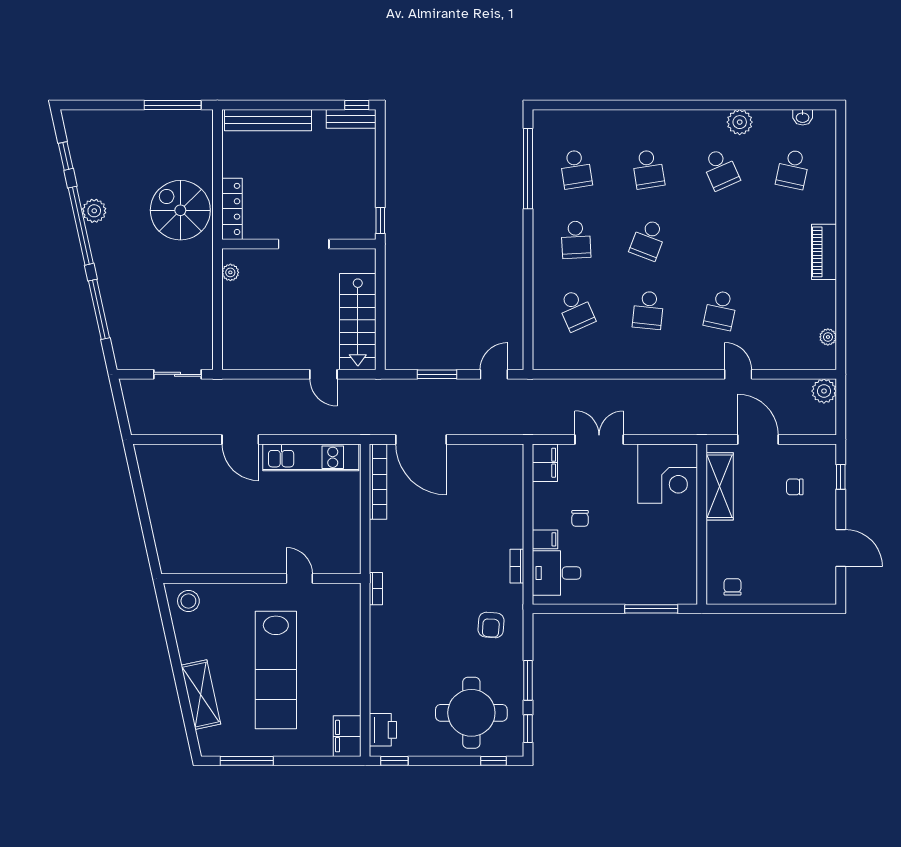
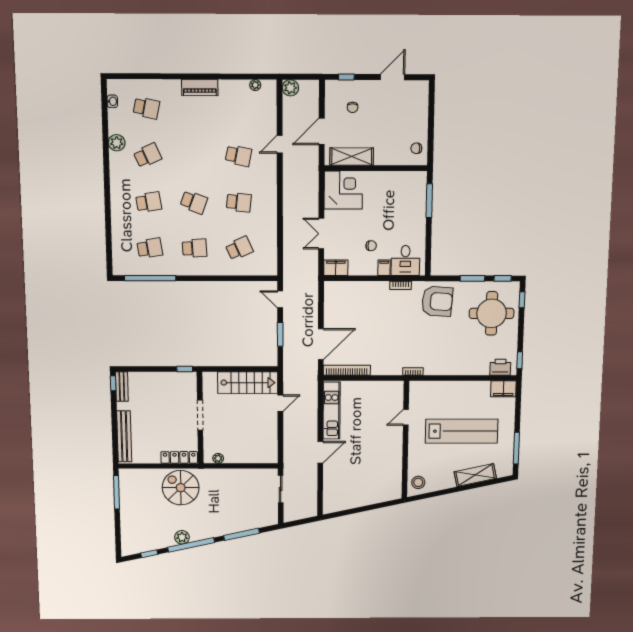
spiral stairs: (180, 210) -> (181, 488), turned 90
armchair: (491, 625) -> (437, 301), width x1.88, depth x1.88

